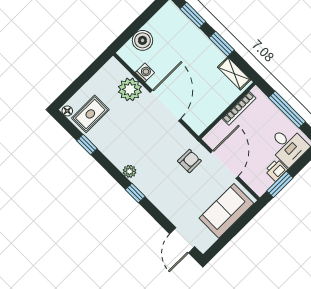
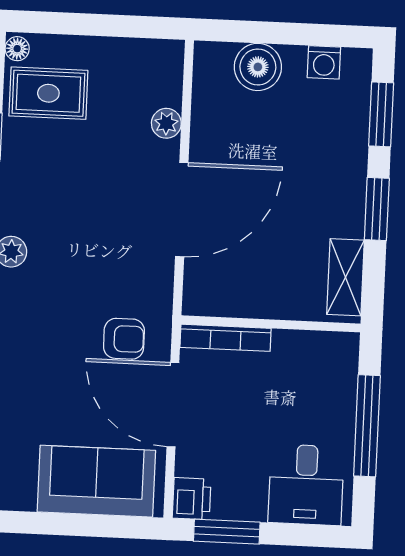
washing machine: (145, 73) -> (324, 62), moved, turned 90
plant: (130, 89) -> (166, 123), width x0.53, depth x0.53
bookcase: (239, 108) -> (226, 338), moved
door: (224, 165) -> (173, 405), swing flipped
printer: (276, 170) -> (192, 499), moved, turned 90

